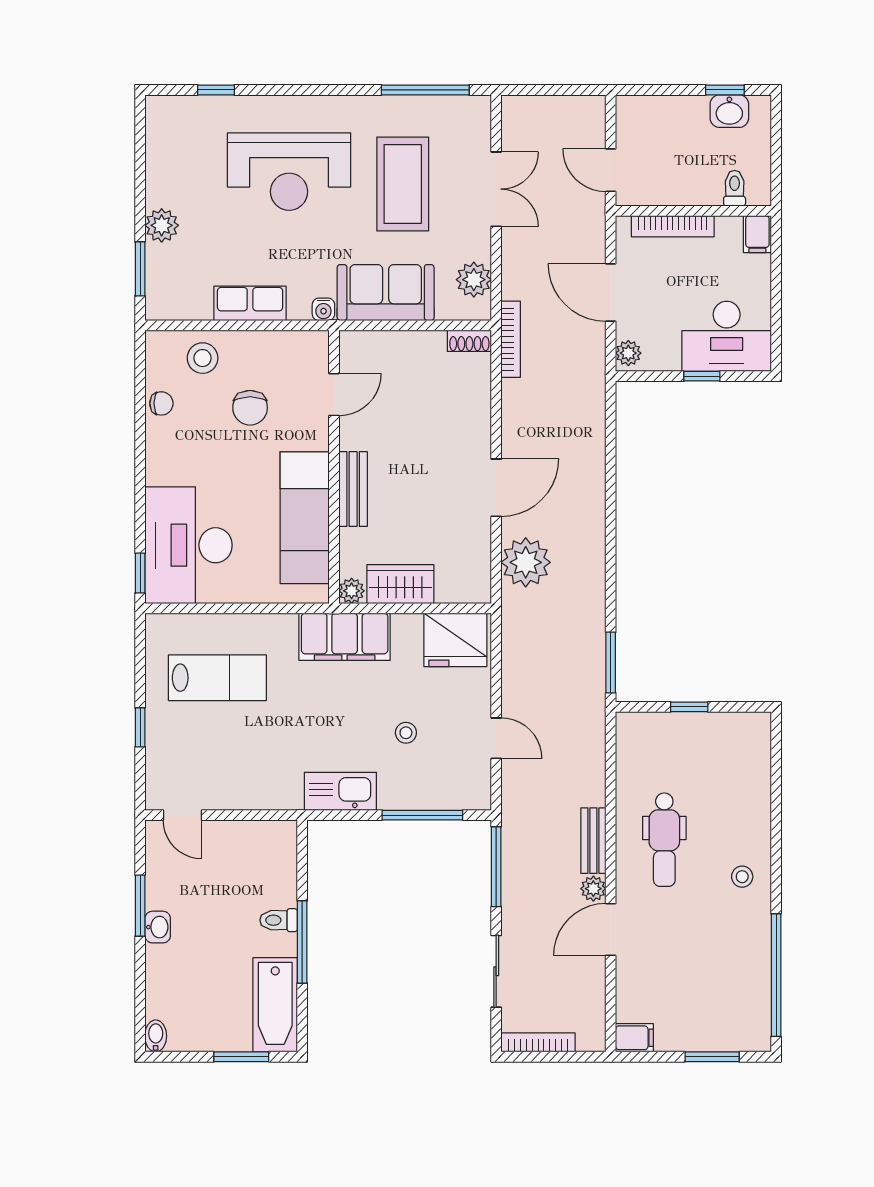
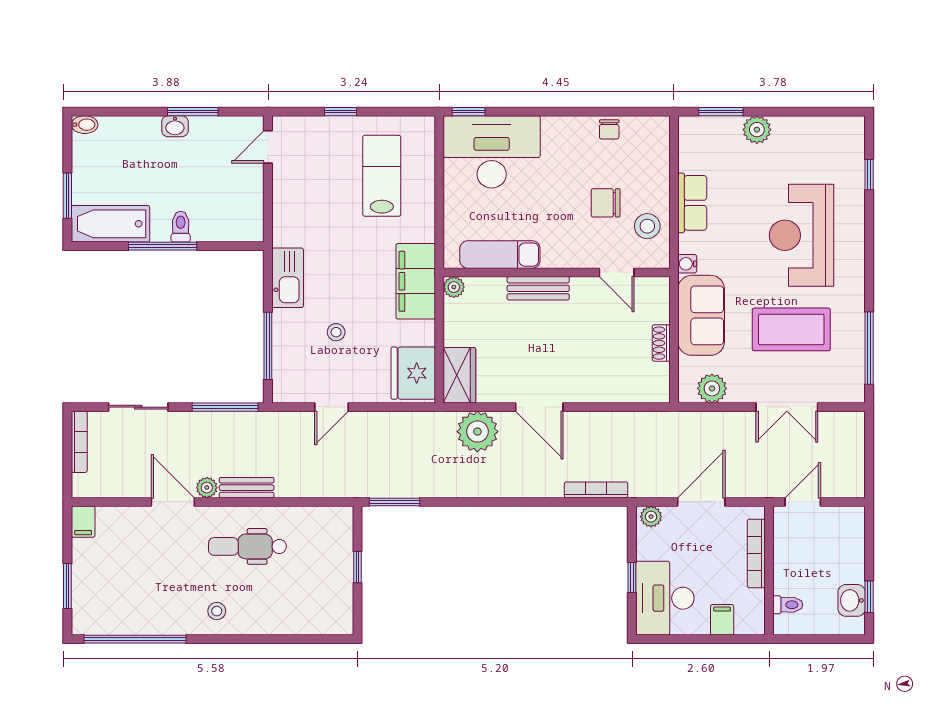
filing cabinet: (757, 234) -> (722, 620), moved, turned 90
bookcase: (511, 339) -> (596, 490), moved, turned 180
shoe rack: (469, 341) -> (661, 343), moved
stool: (203, 358) -> (647, 226), moved
exam couch: (305, 518) -> (500, 255), width x0.73, depth x0.69
wardrobe: (400, 584) -> (459, 375), moved
lab bench: (217, 678) -> (382, 176), turned 180

